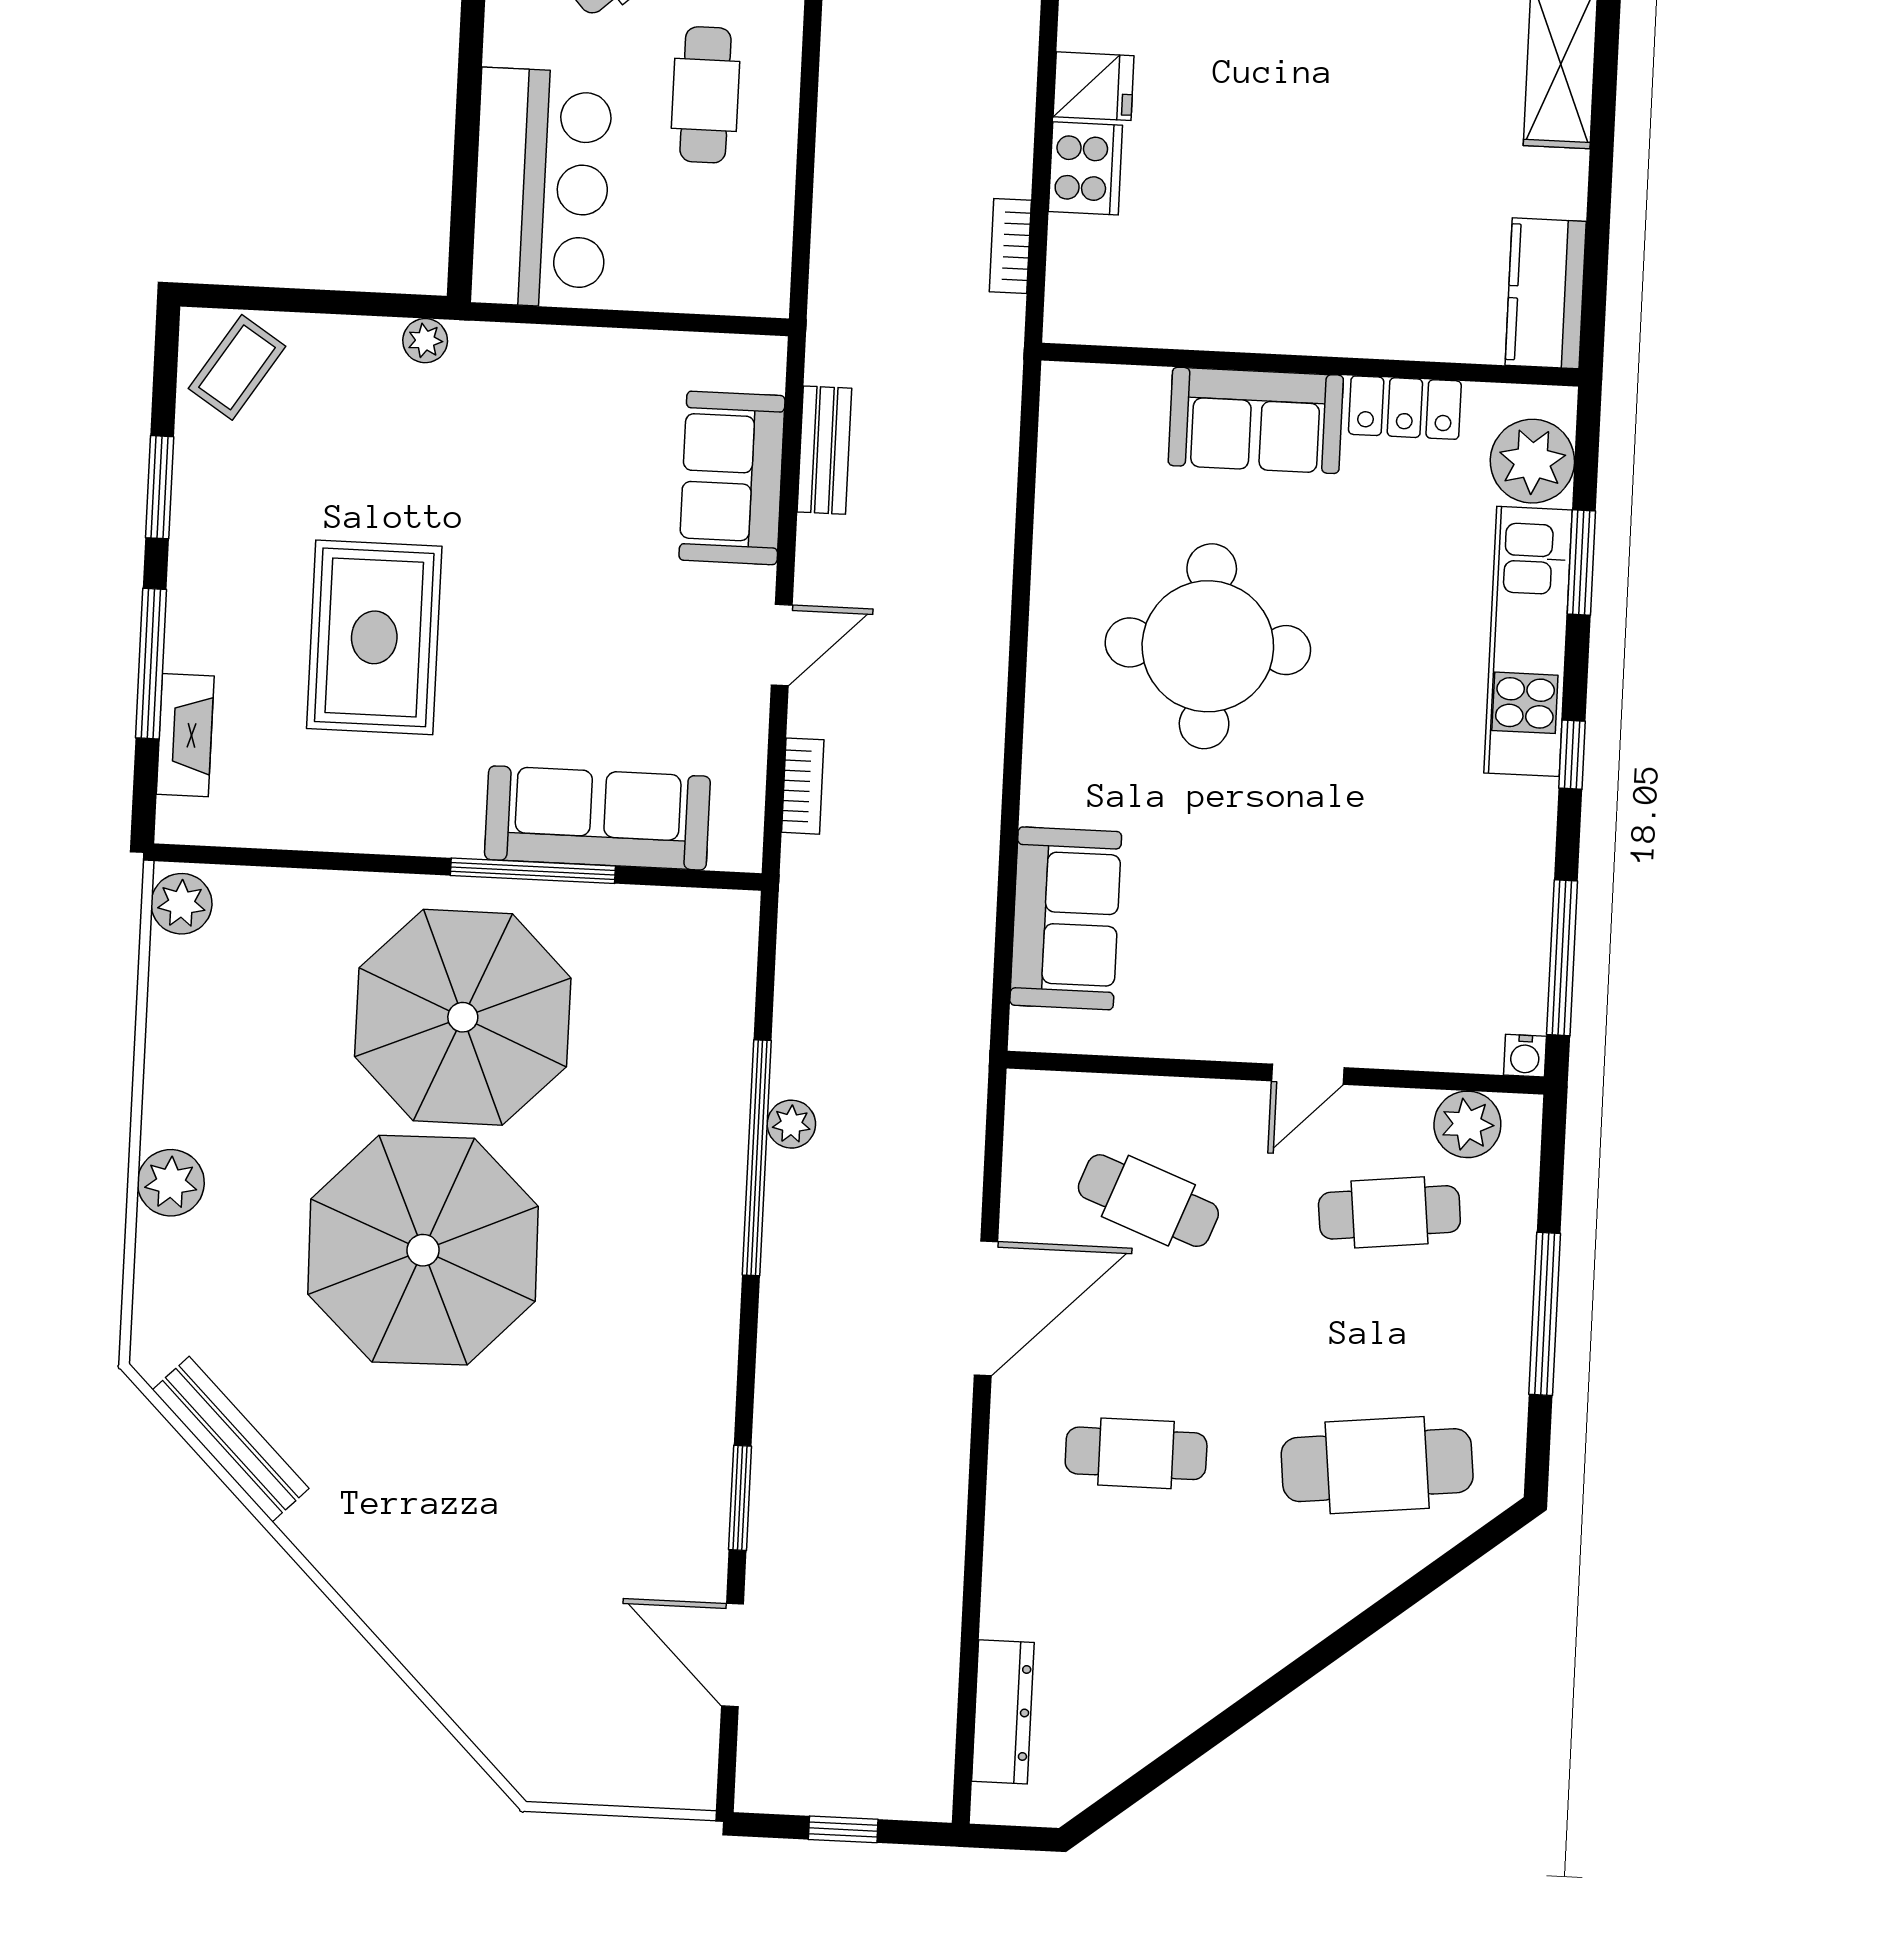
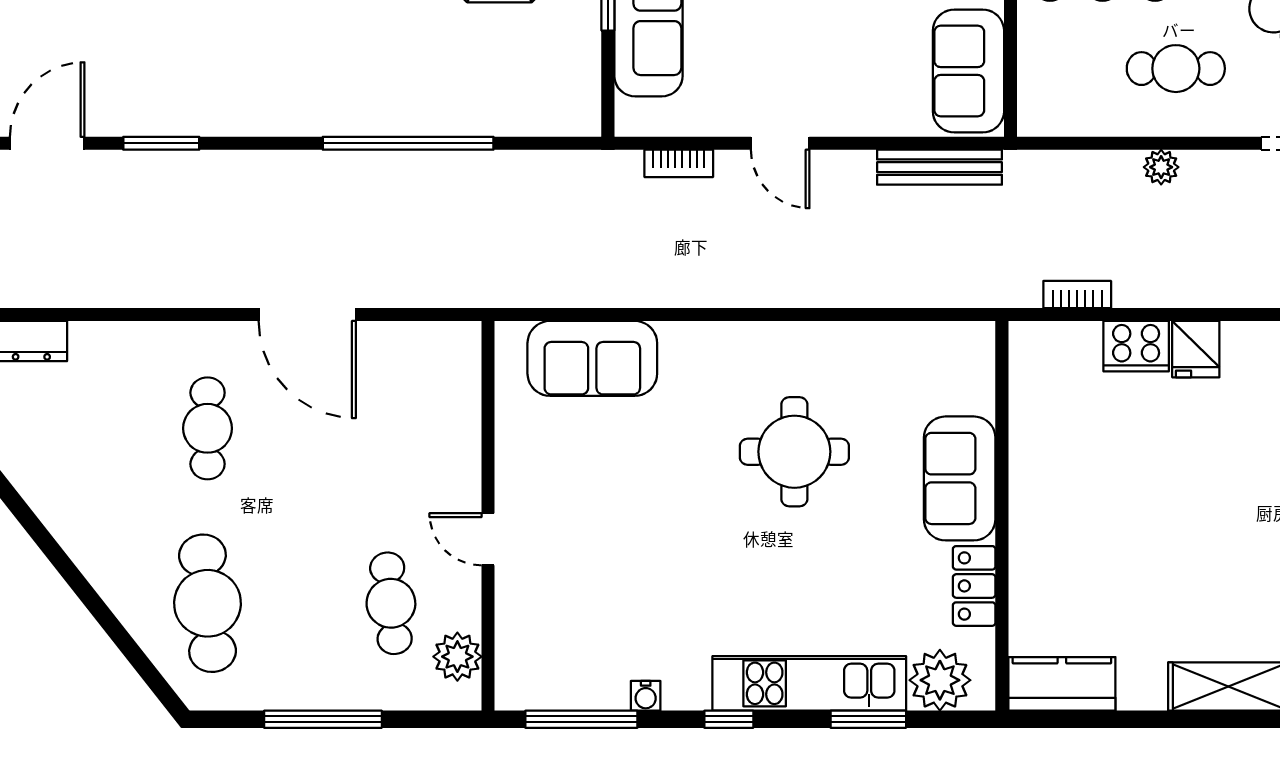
bench: (824, 450) -> (939, 167), width x1.36
sofa: (732, 478) -> (968, 71), moved, turned -90
round table: (1208, 646) -> (794, 452), width x0.73, depth x0.73
water cooler: (1525, 1056) -> (646, 696), moved, turned -90
plant: (791, 1124) -> (1161, 167), moved
cafe table: (1148, 1201) -> (391, 428), removed

